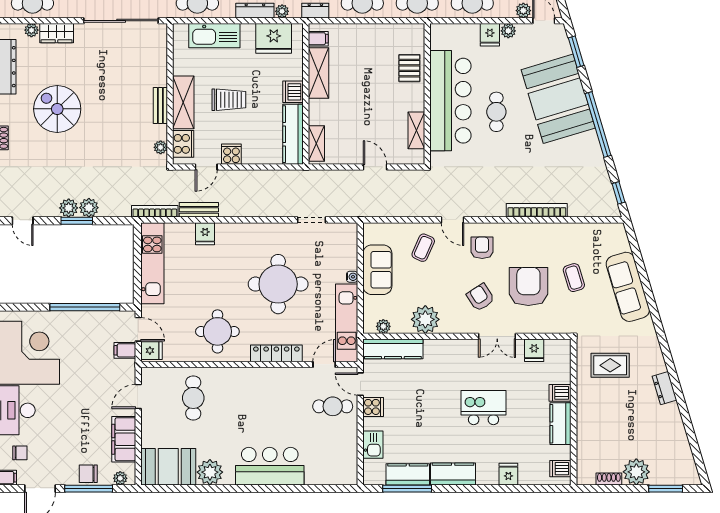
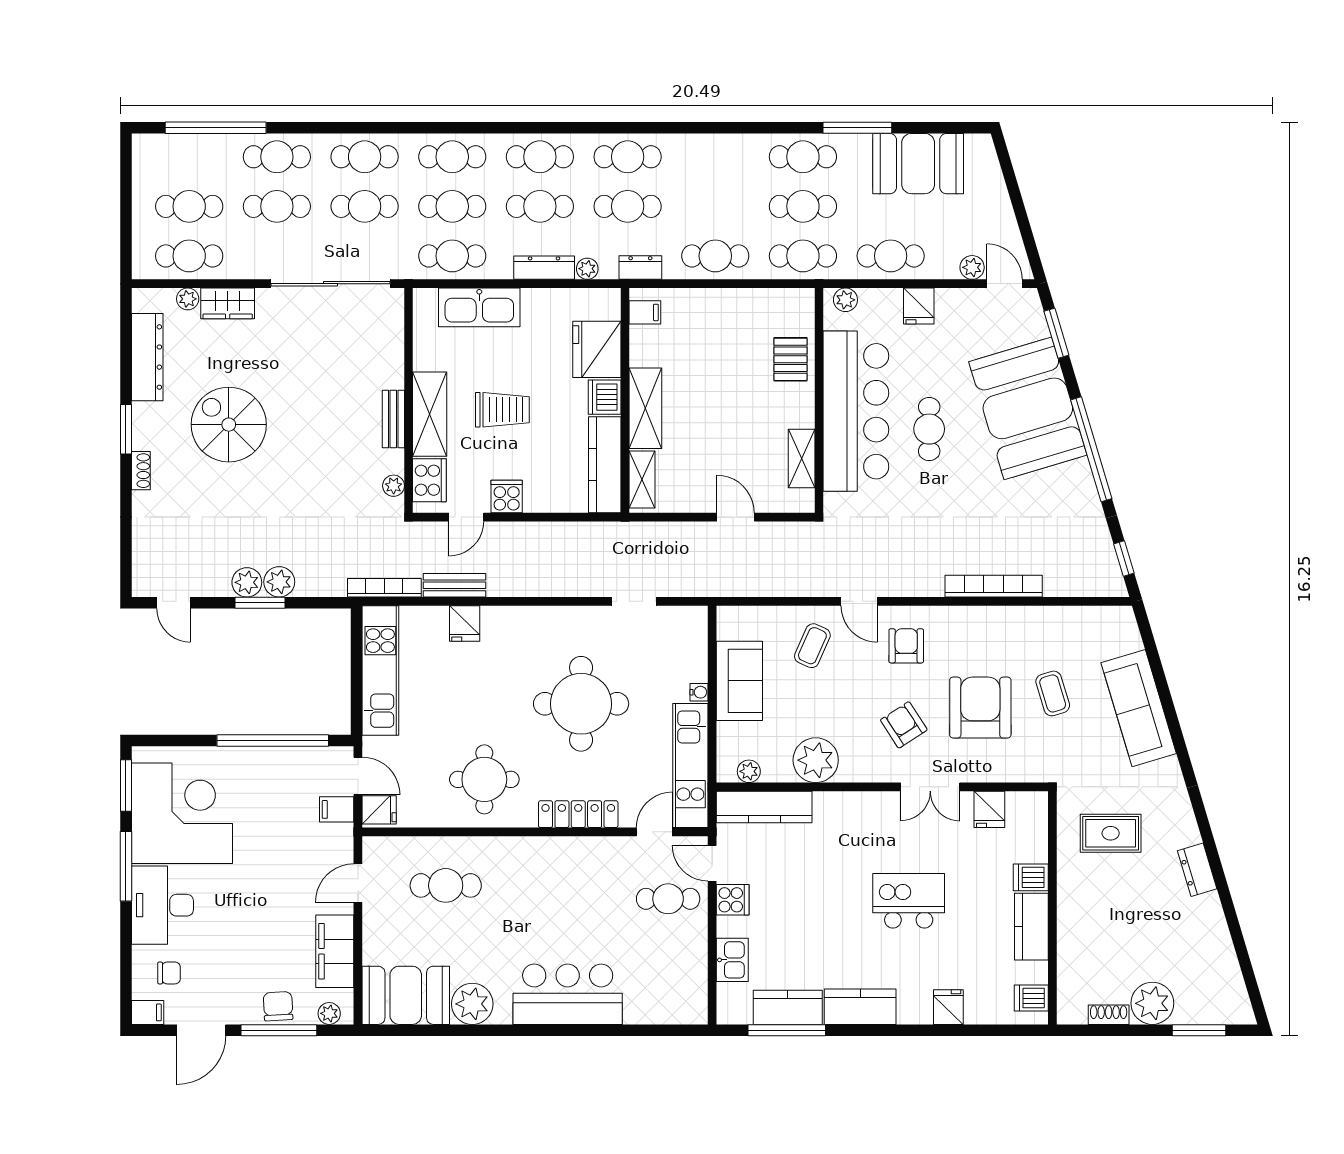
plant: (508, 31) -> (845, 300), moved
fridge: (274, 38) -> (597, 349), moved, turned 90
shelving: (318, 73) -> (645, 408), moved
cafe table: (193, 398) -> (446, 885), turned 90
chair: (88, 474) -> (278, 1006), turned 87

